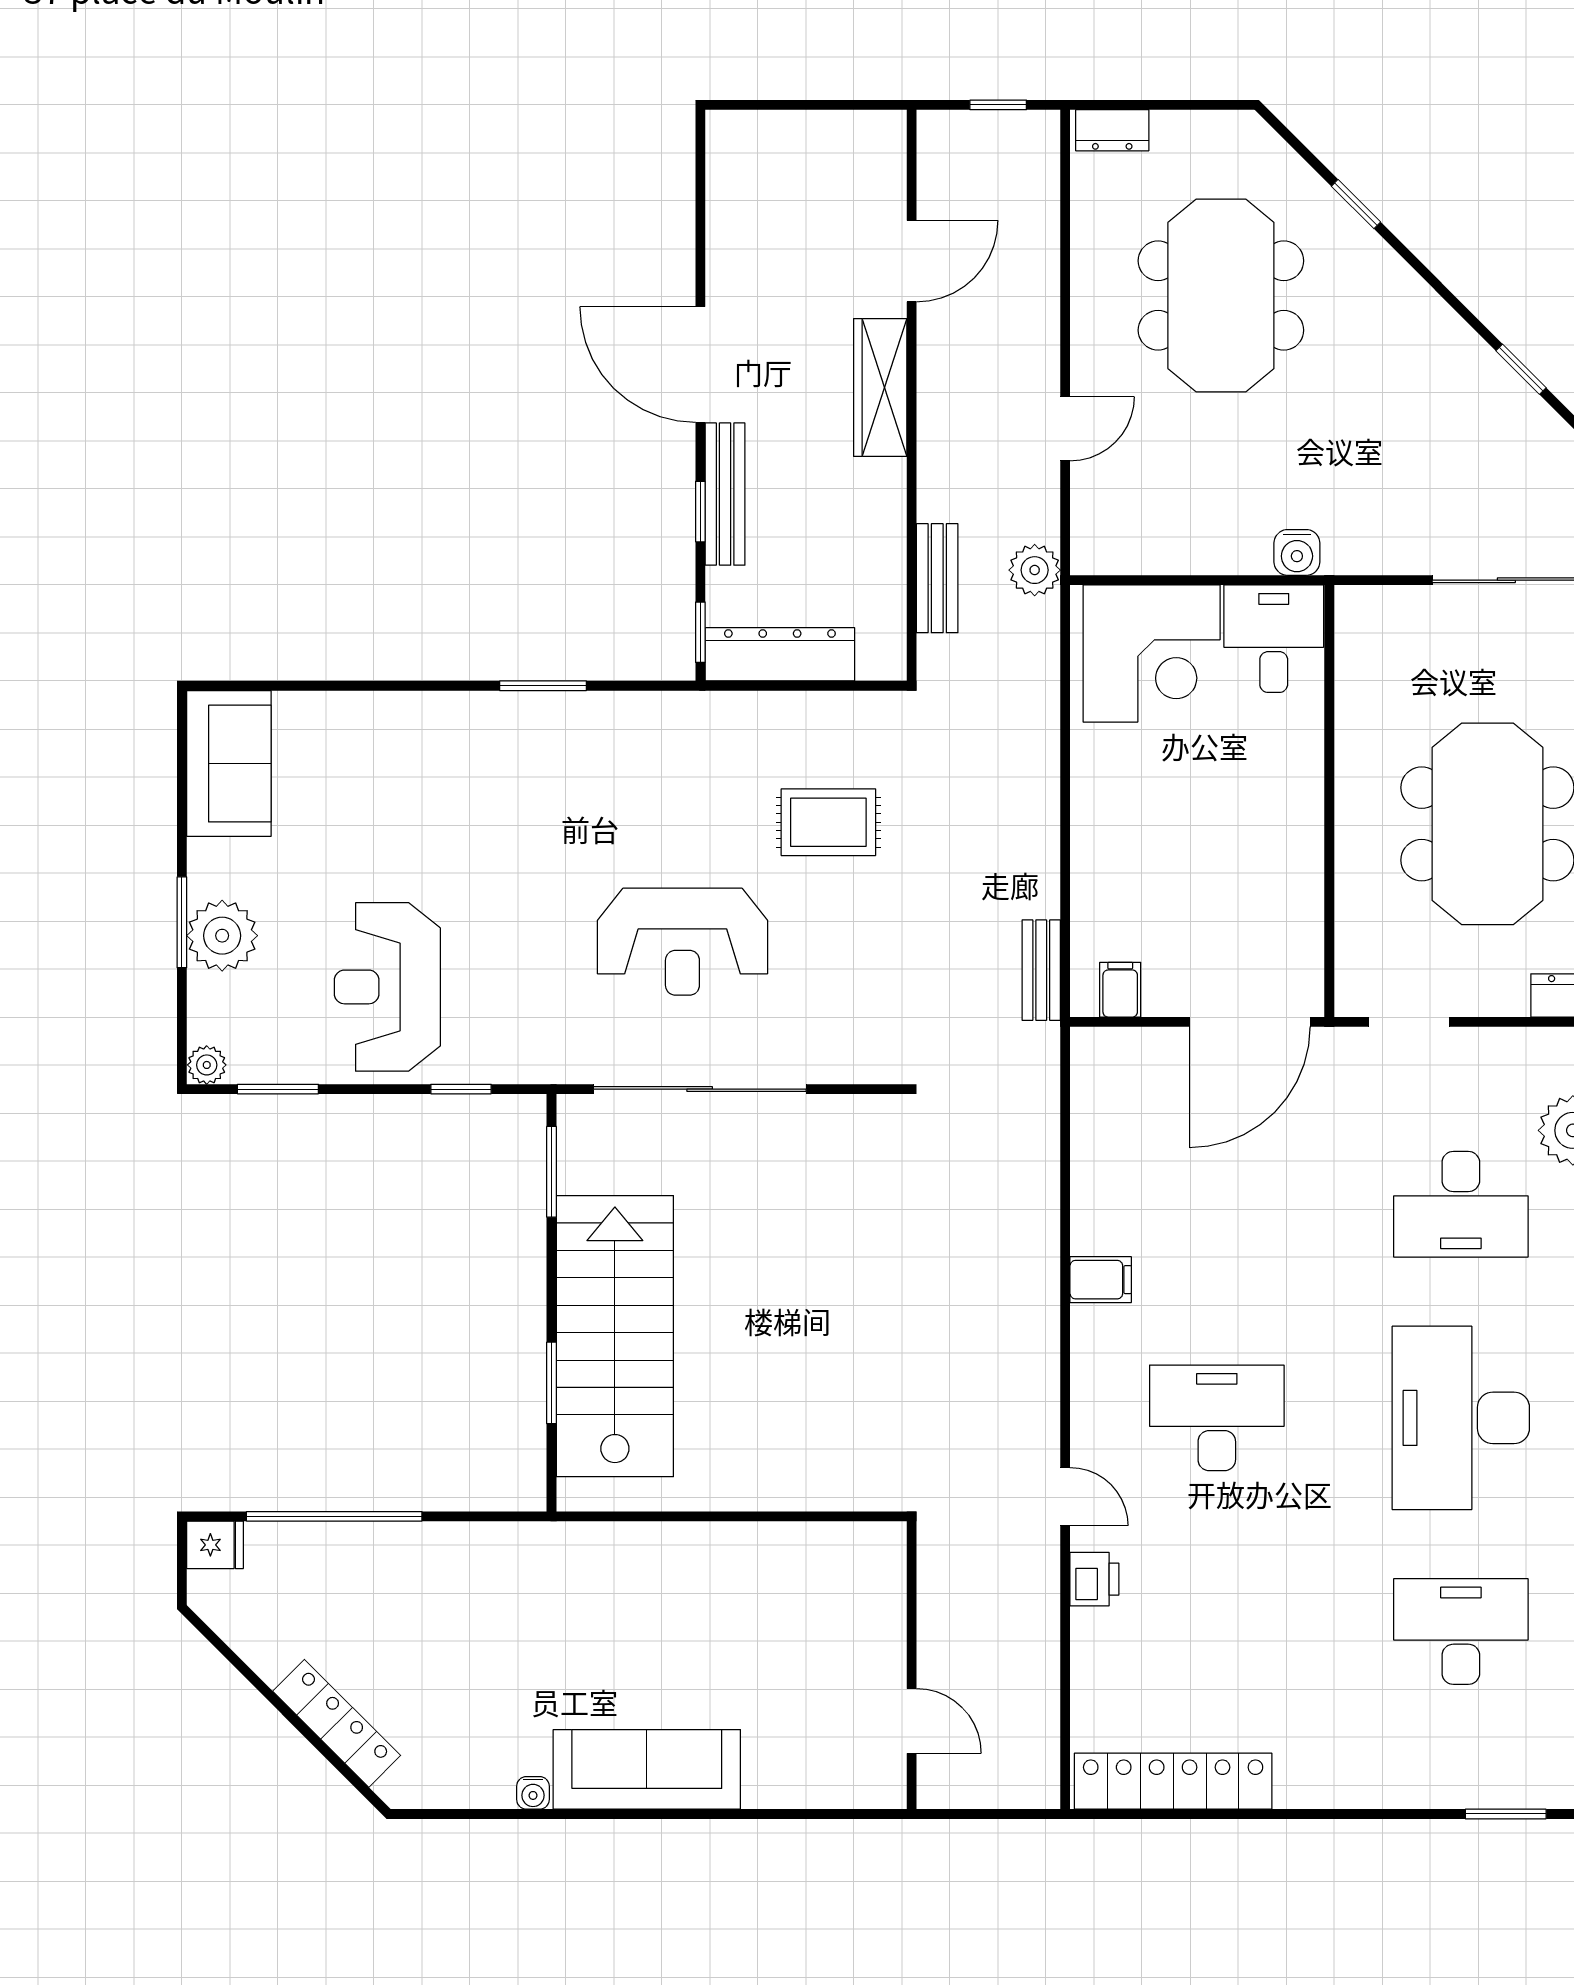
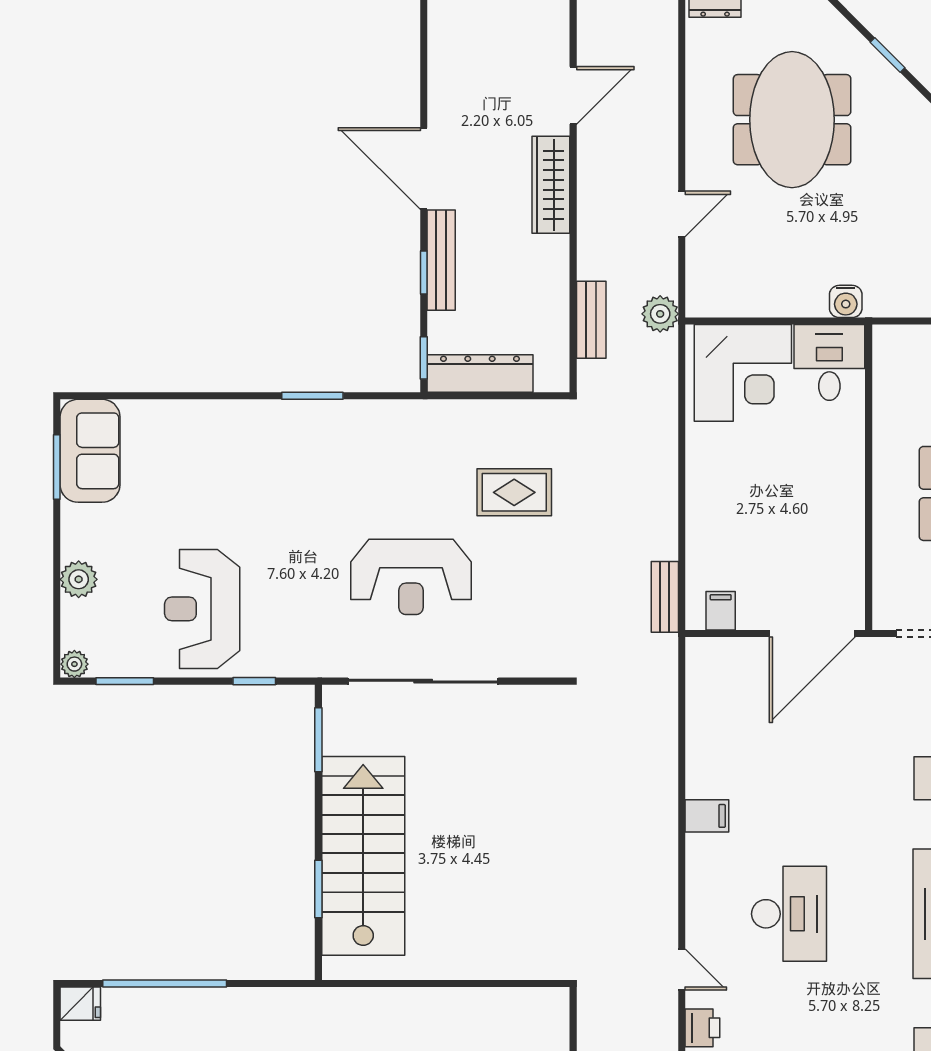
window: (182, 922) -> (57, 467), moved
plant: (222, 936) -> (79, 579), width x0.73, depth x0.73
desk: (1217, 1418) -> (789, 914), turned 90

